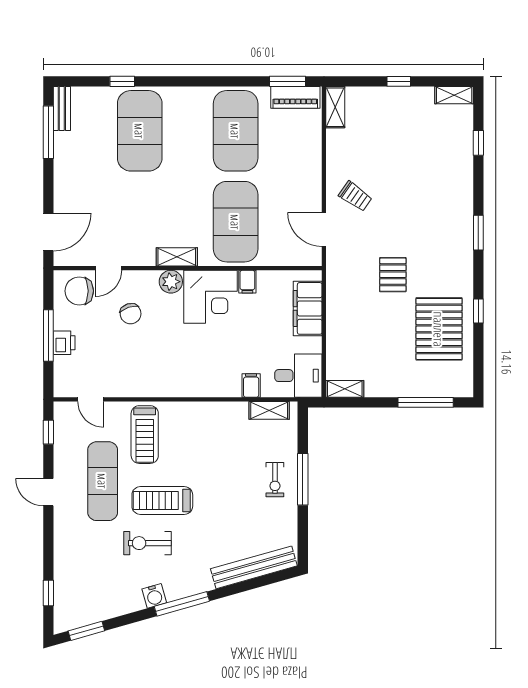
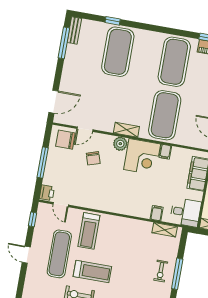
printer: (64, 343) -> (47, 193), moved
treadmill: (162, 500) -> (92, 272), turned 180

